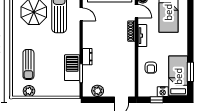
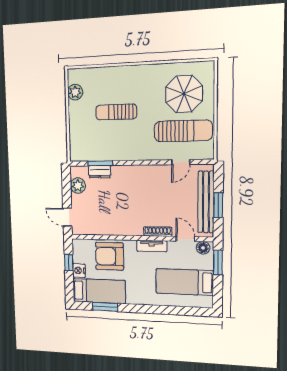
door: (137, 11) -> (185, 239), swing flipped
dresser: (87, 57) -> (100, 172), moved
sun lounger: (28, 64) -> (116, 112), moved
barbecue: (72, 68) -> (107, 151), removed
armchair: (151, 68) -> (109, 256), width x1.88, depth x1.88

